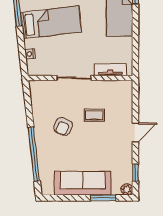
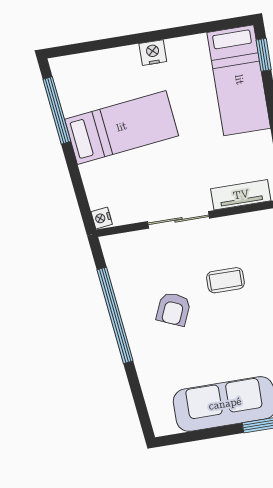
nightstand: (30, 54) -> (102, 218), moved
window: (34, 154) -> (115, 315), moved

